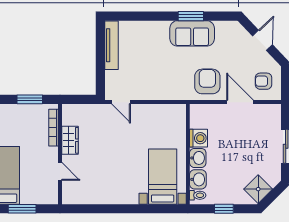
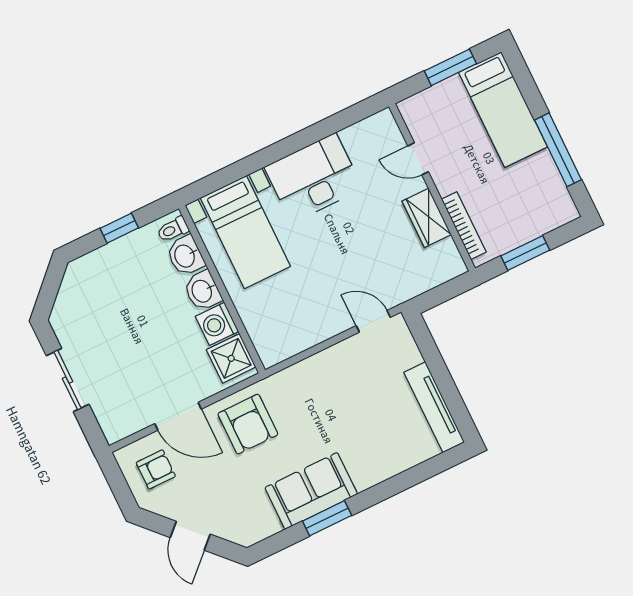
desk: (116, 187) -> (314, 178), added
shower: (258, 189) -> (231, 358), moved, turned 45

